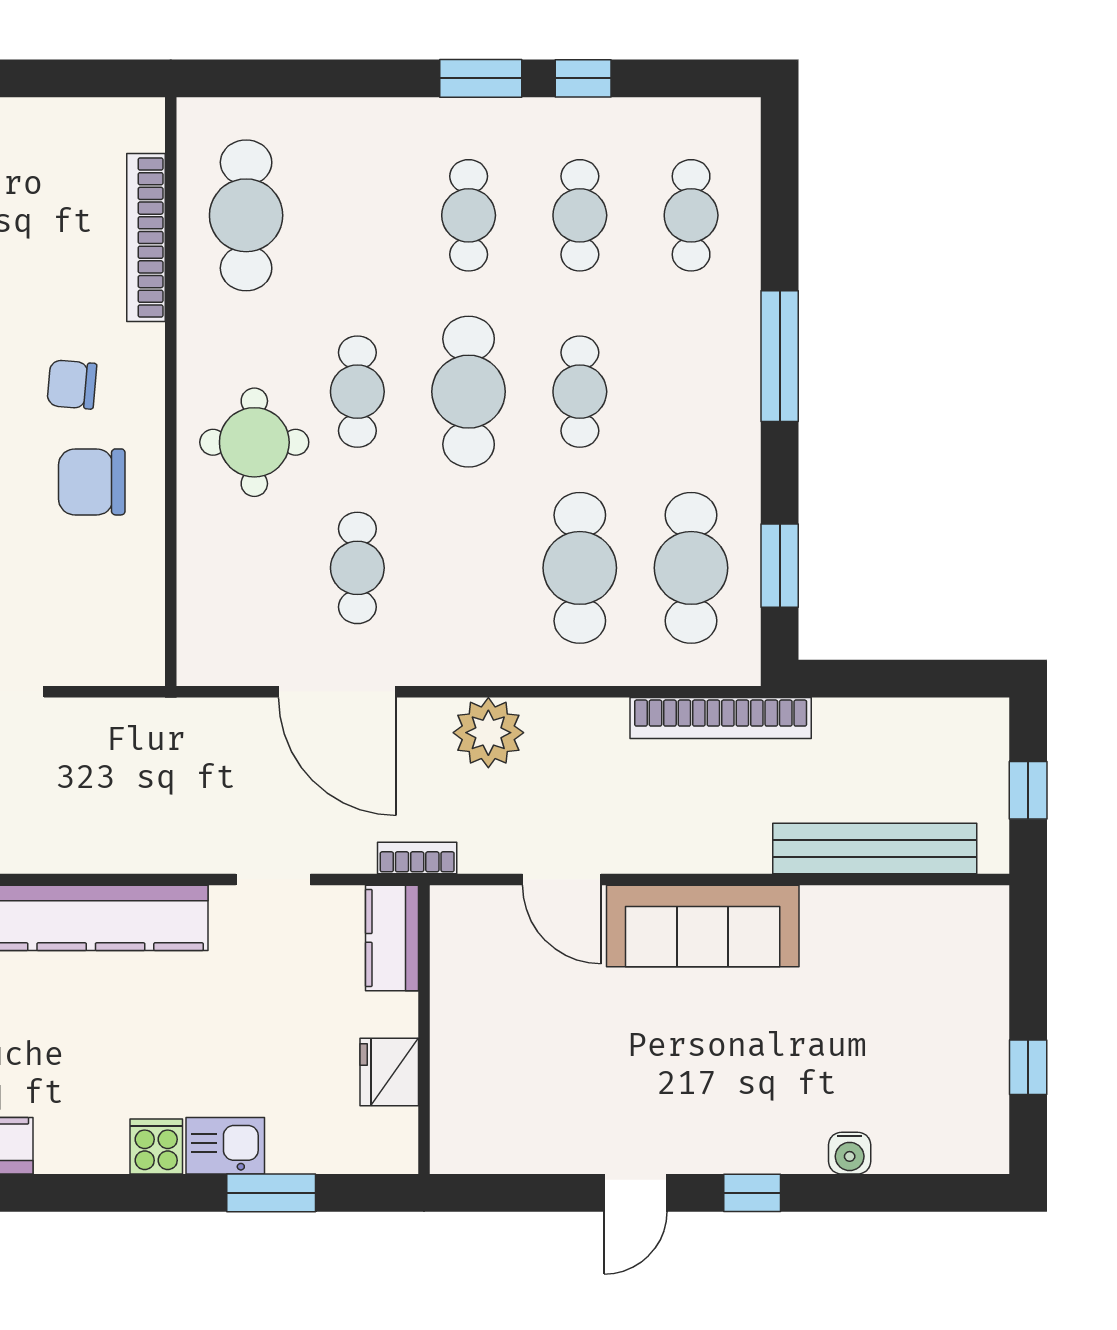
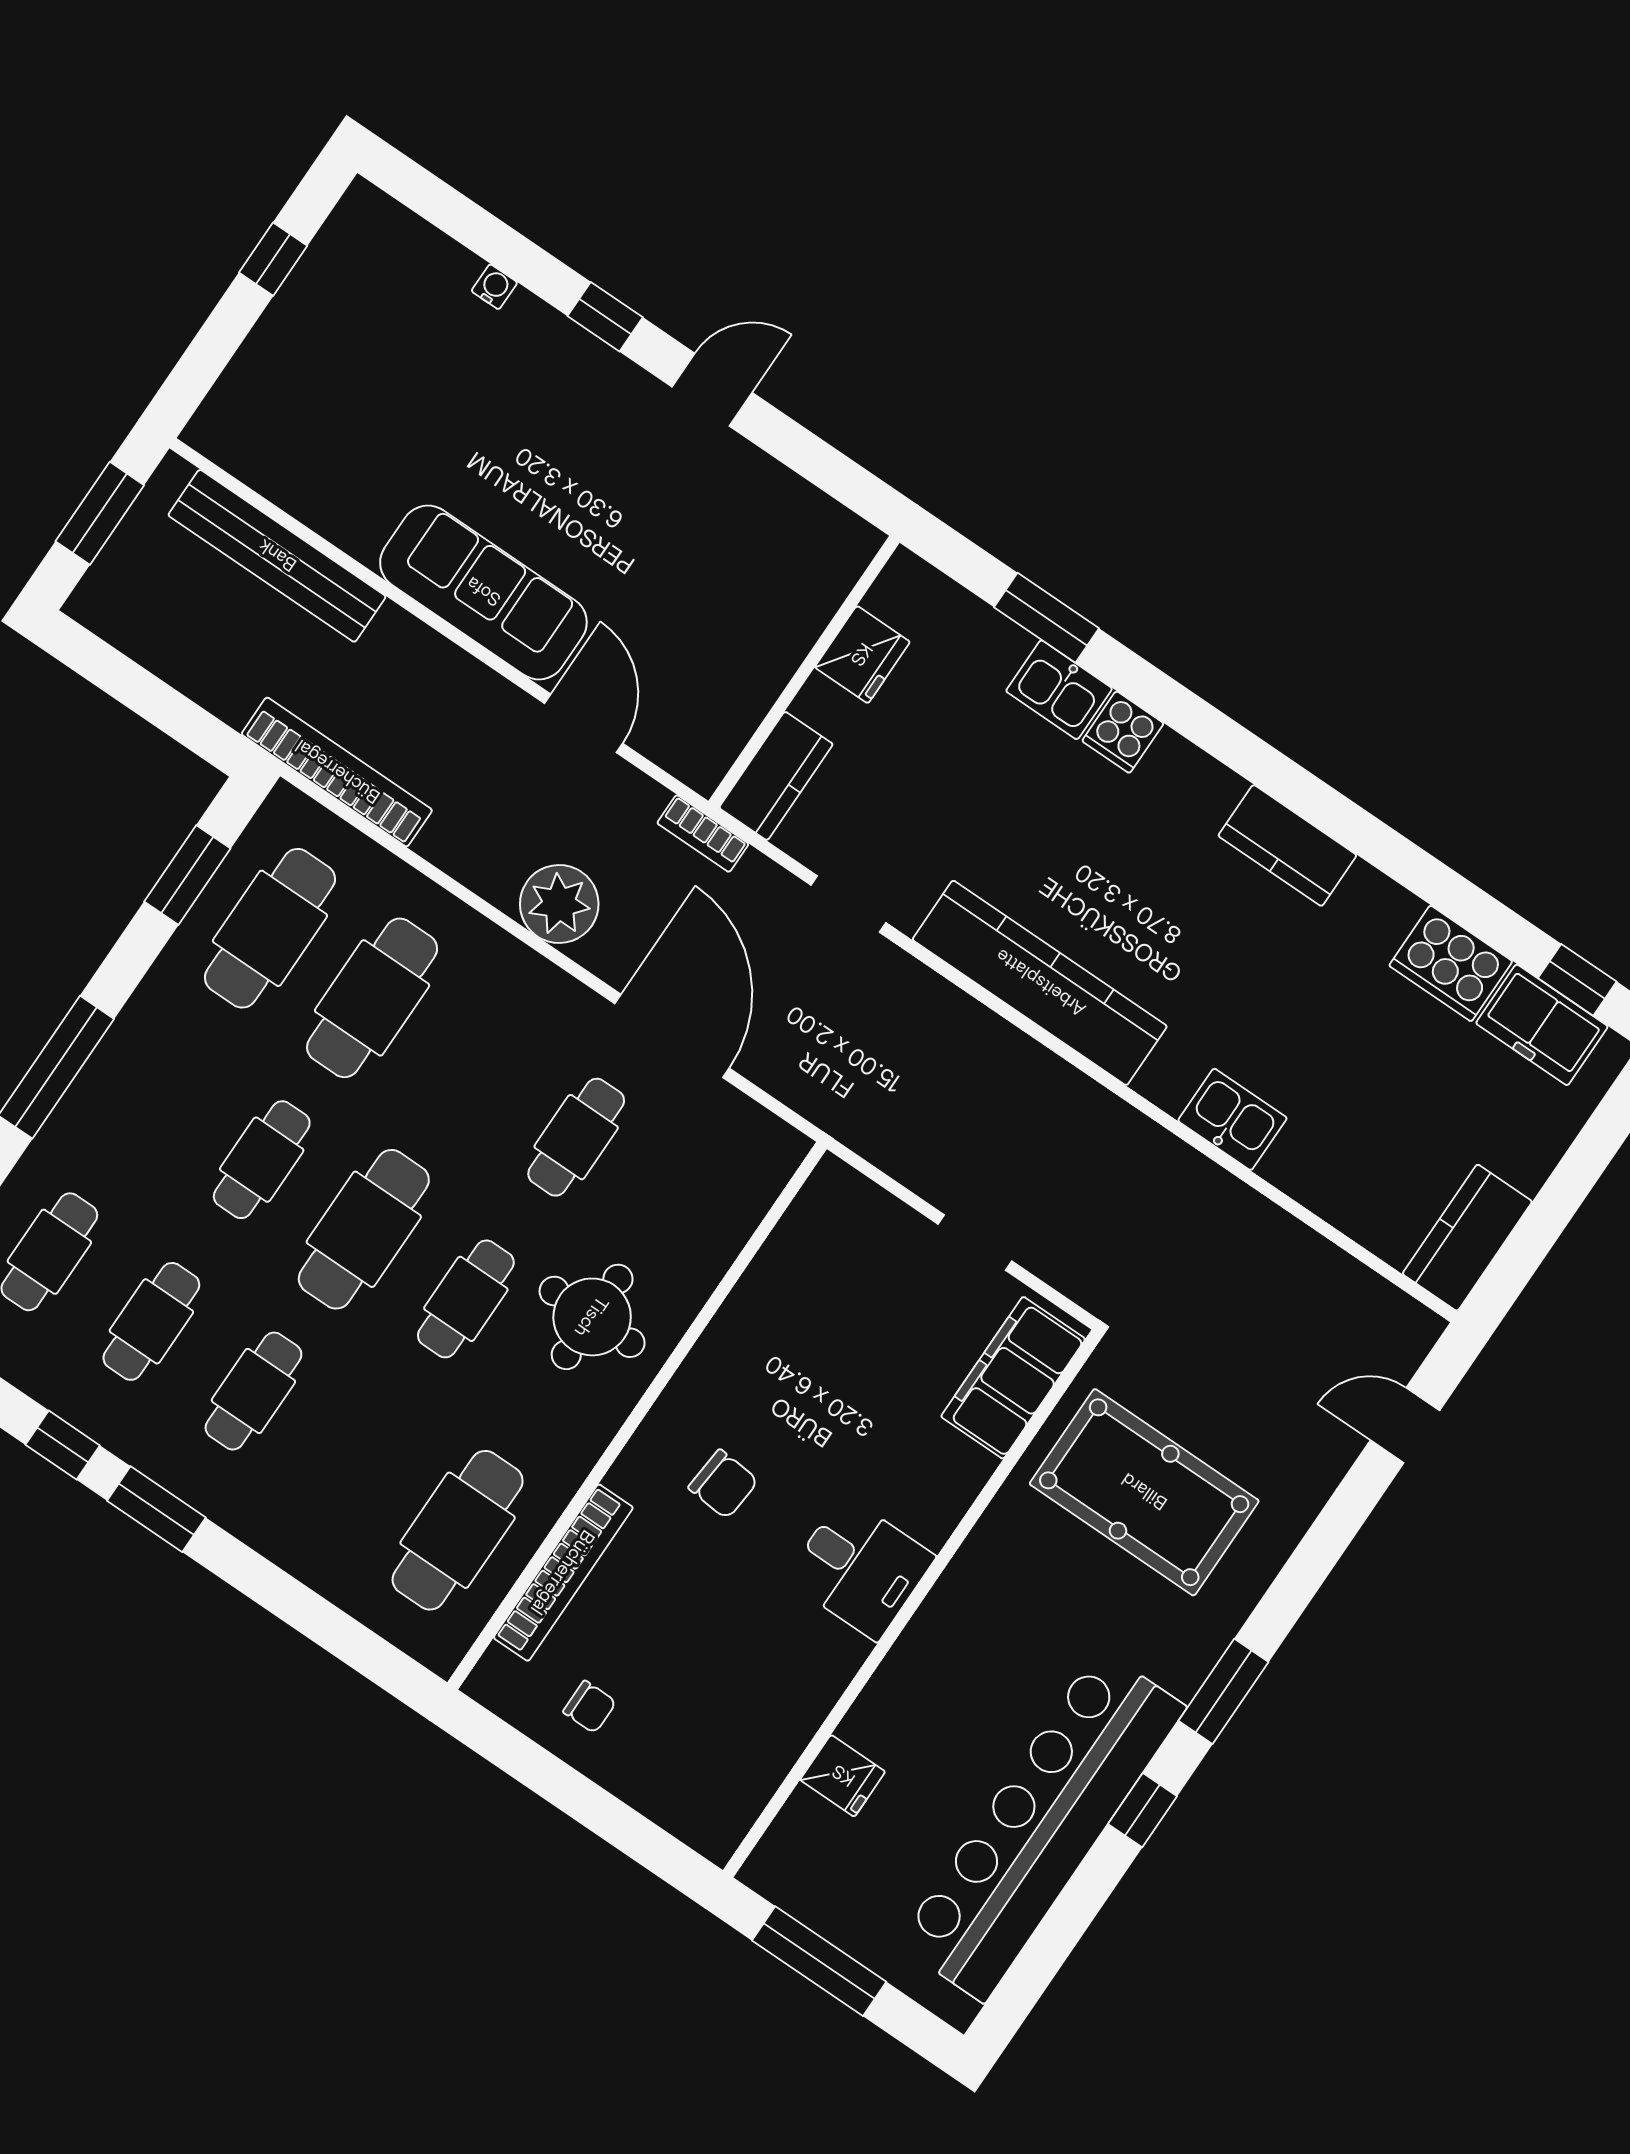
chair: (92, 482) -> (590, 1707), moved, width x0.54, depth x0.54
window: (1028, 790) -> (100, 513), width x1.50
water cooler: (850, 1153) -> (494, 287), width x0.72, depth x0.72

